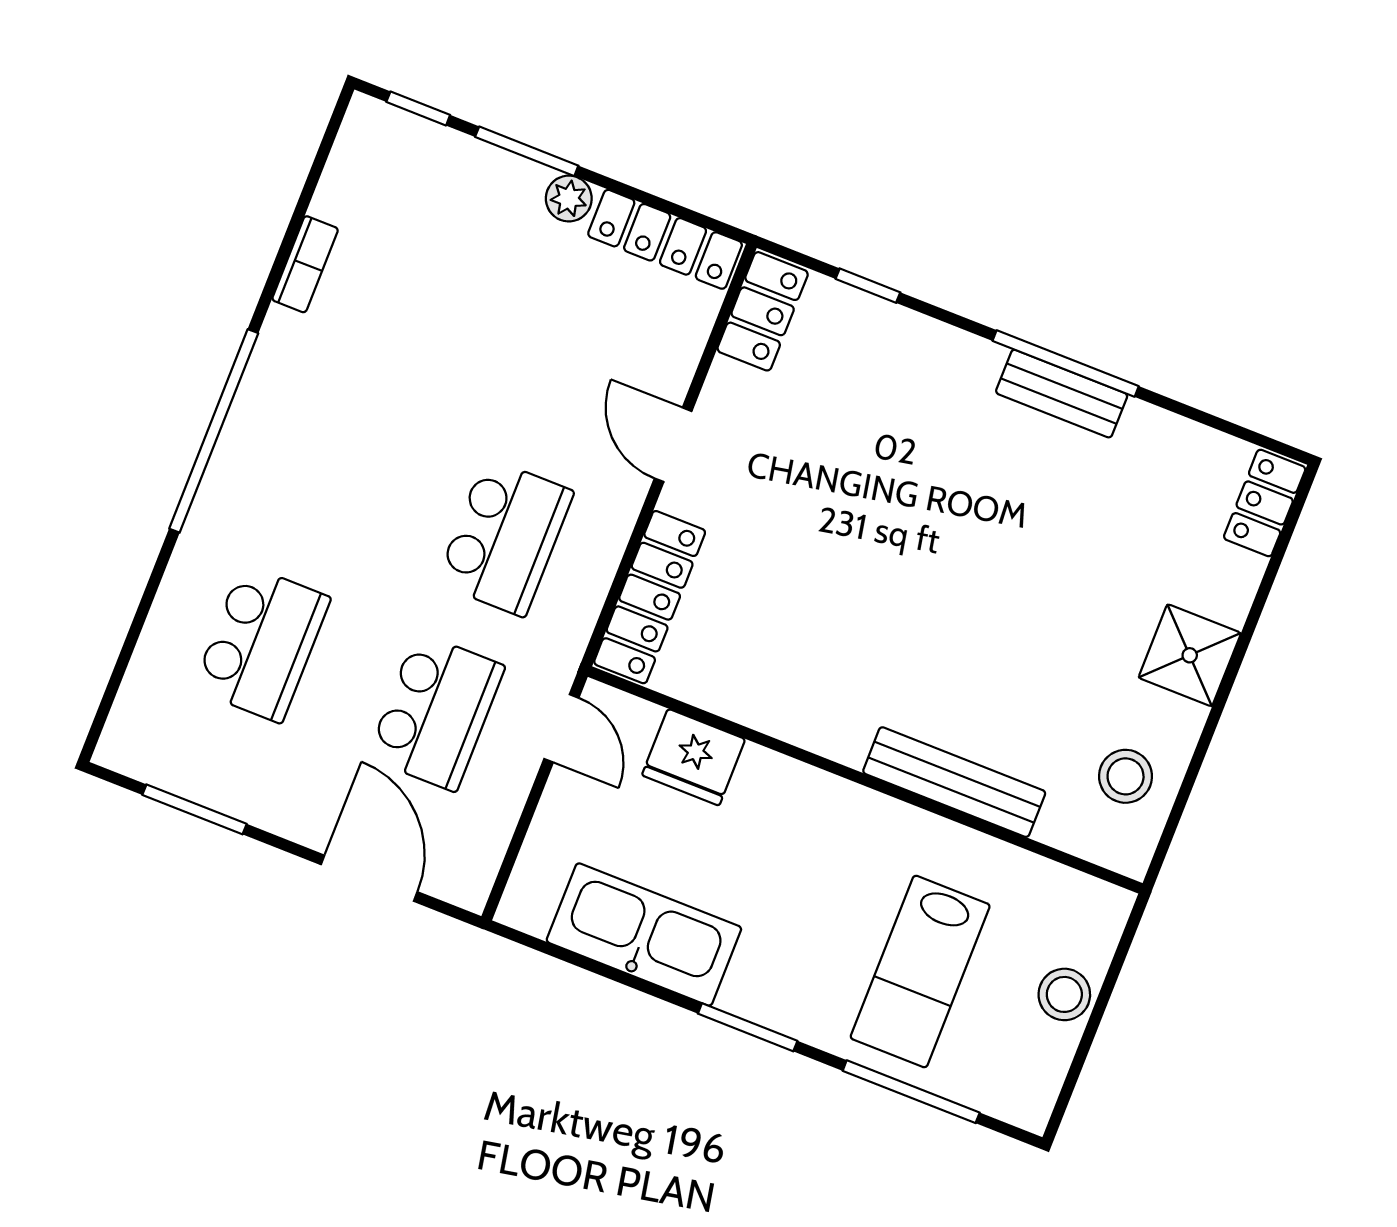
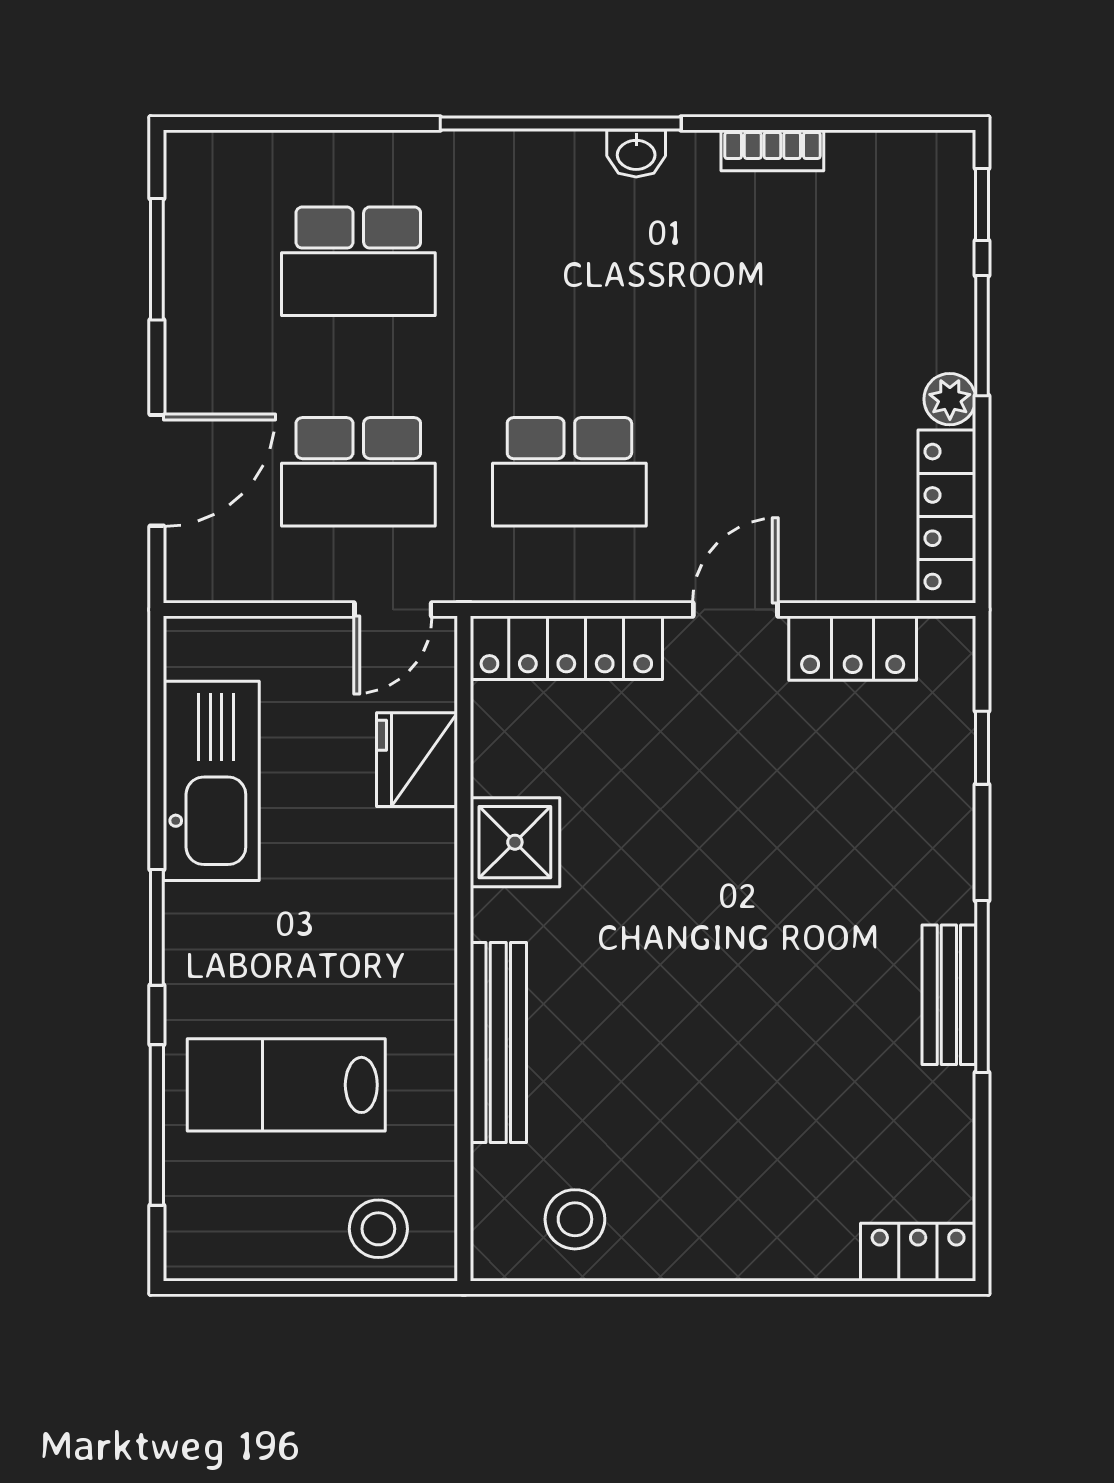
locker: (763, 311) -> (853, 648), moved
washbasin: (263, 378) -> (636, 153), added
shower: (1190, 655) -> (515, 842), moved
stool: (1064, 994) -> (378, 1229), moved

